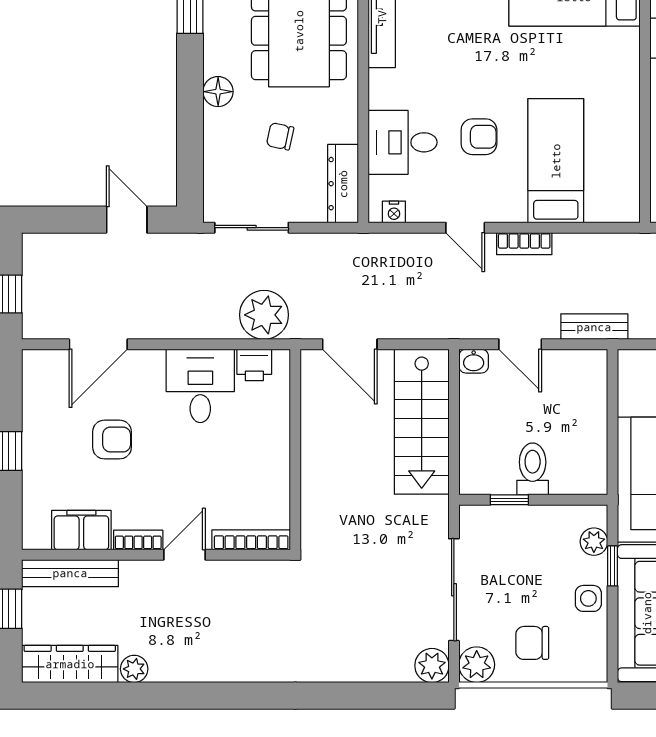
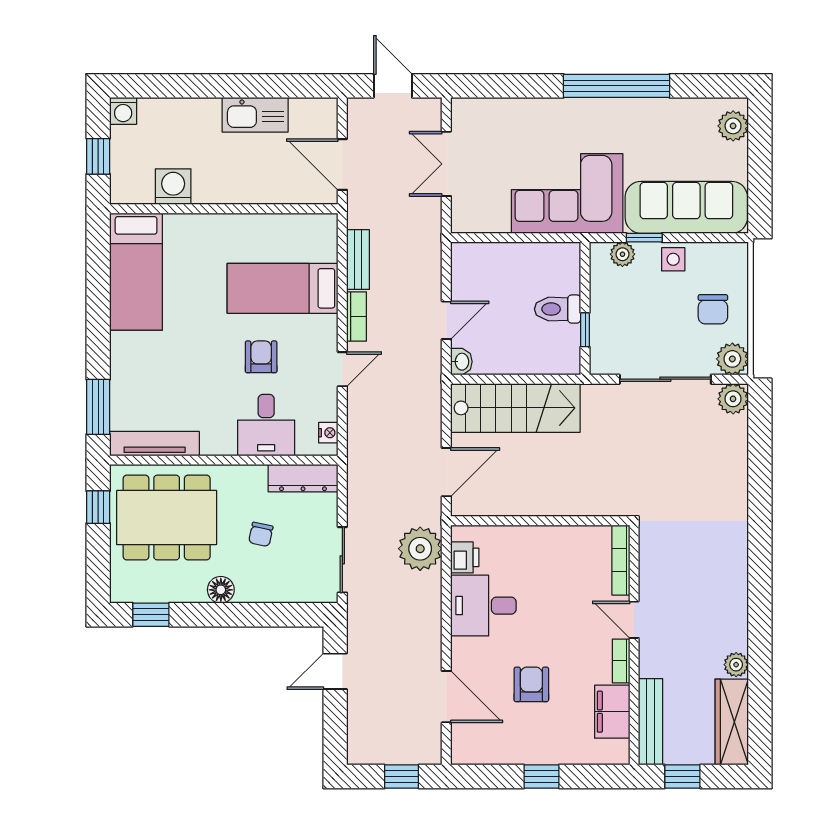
bench: (594, 327) -> (358, 260), moved

